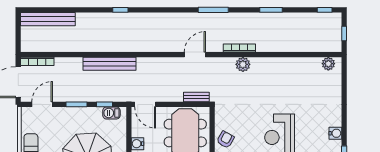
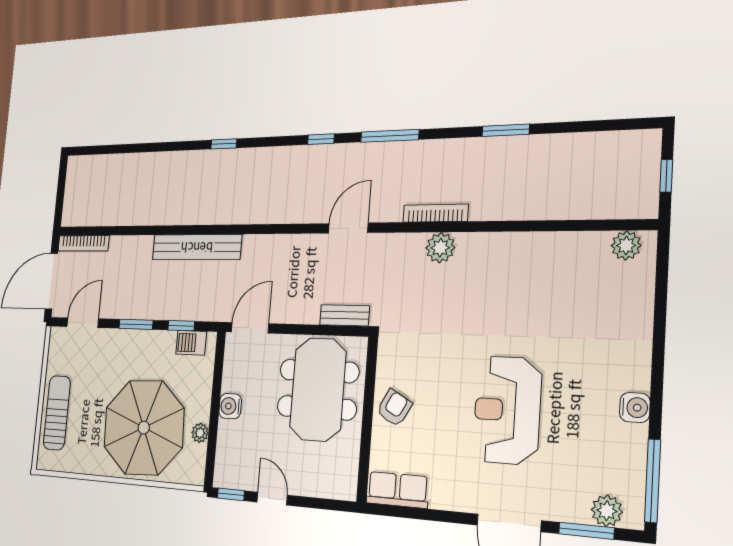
window: (325, 10) -> (321, 139), moved
bench: (48, 19) -> (107, 166), removed
door: (145, 104) -> (250, 328), swing flipped

